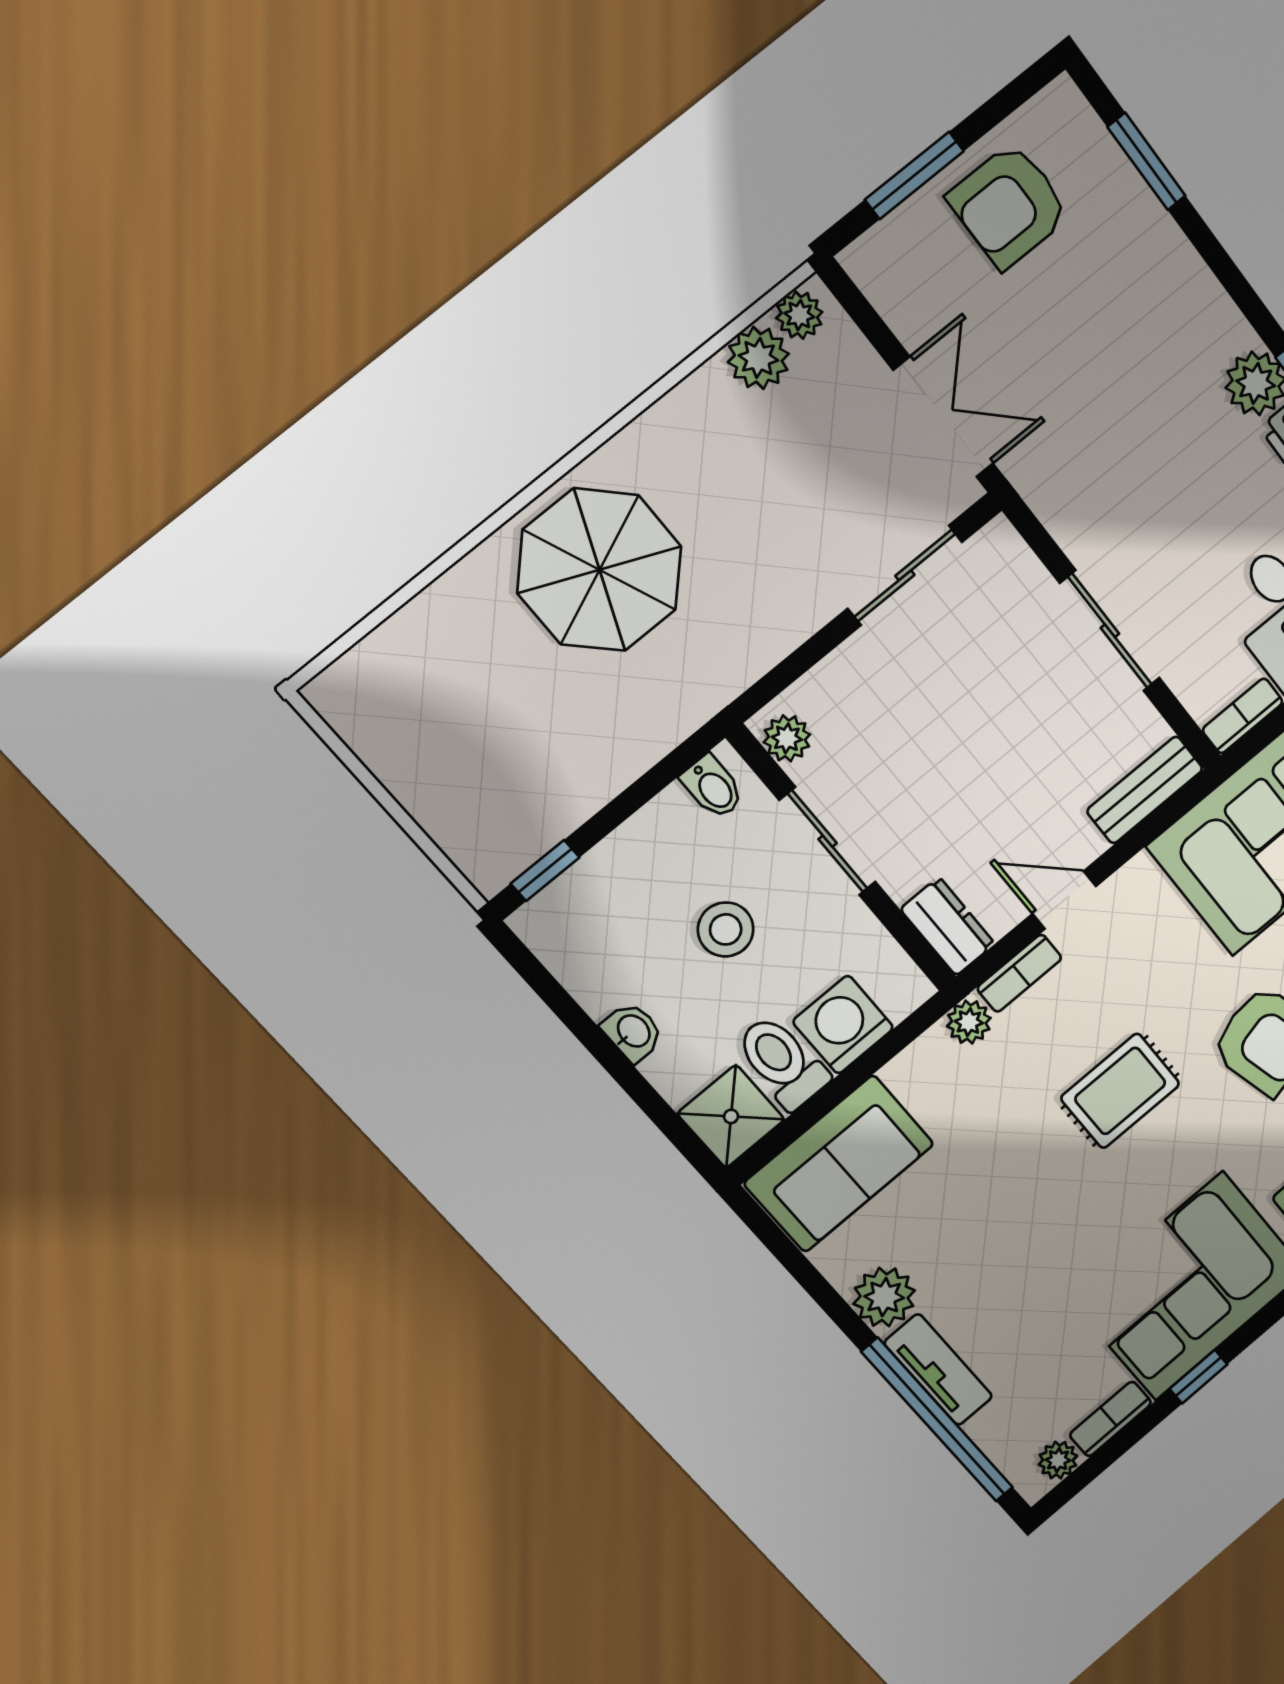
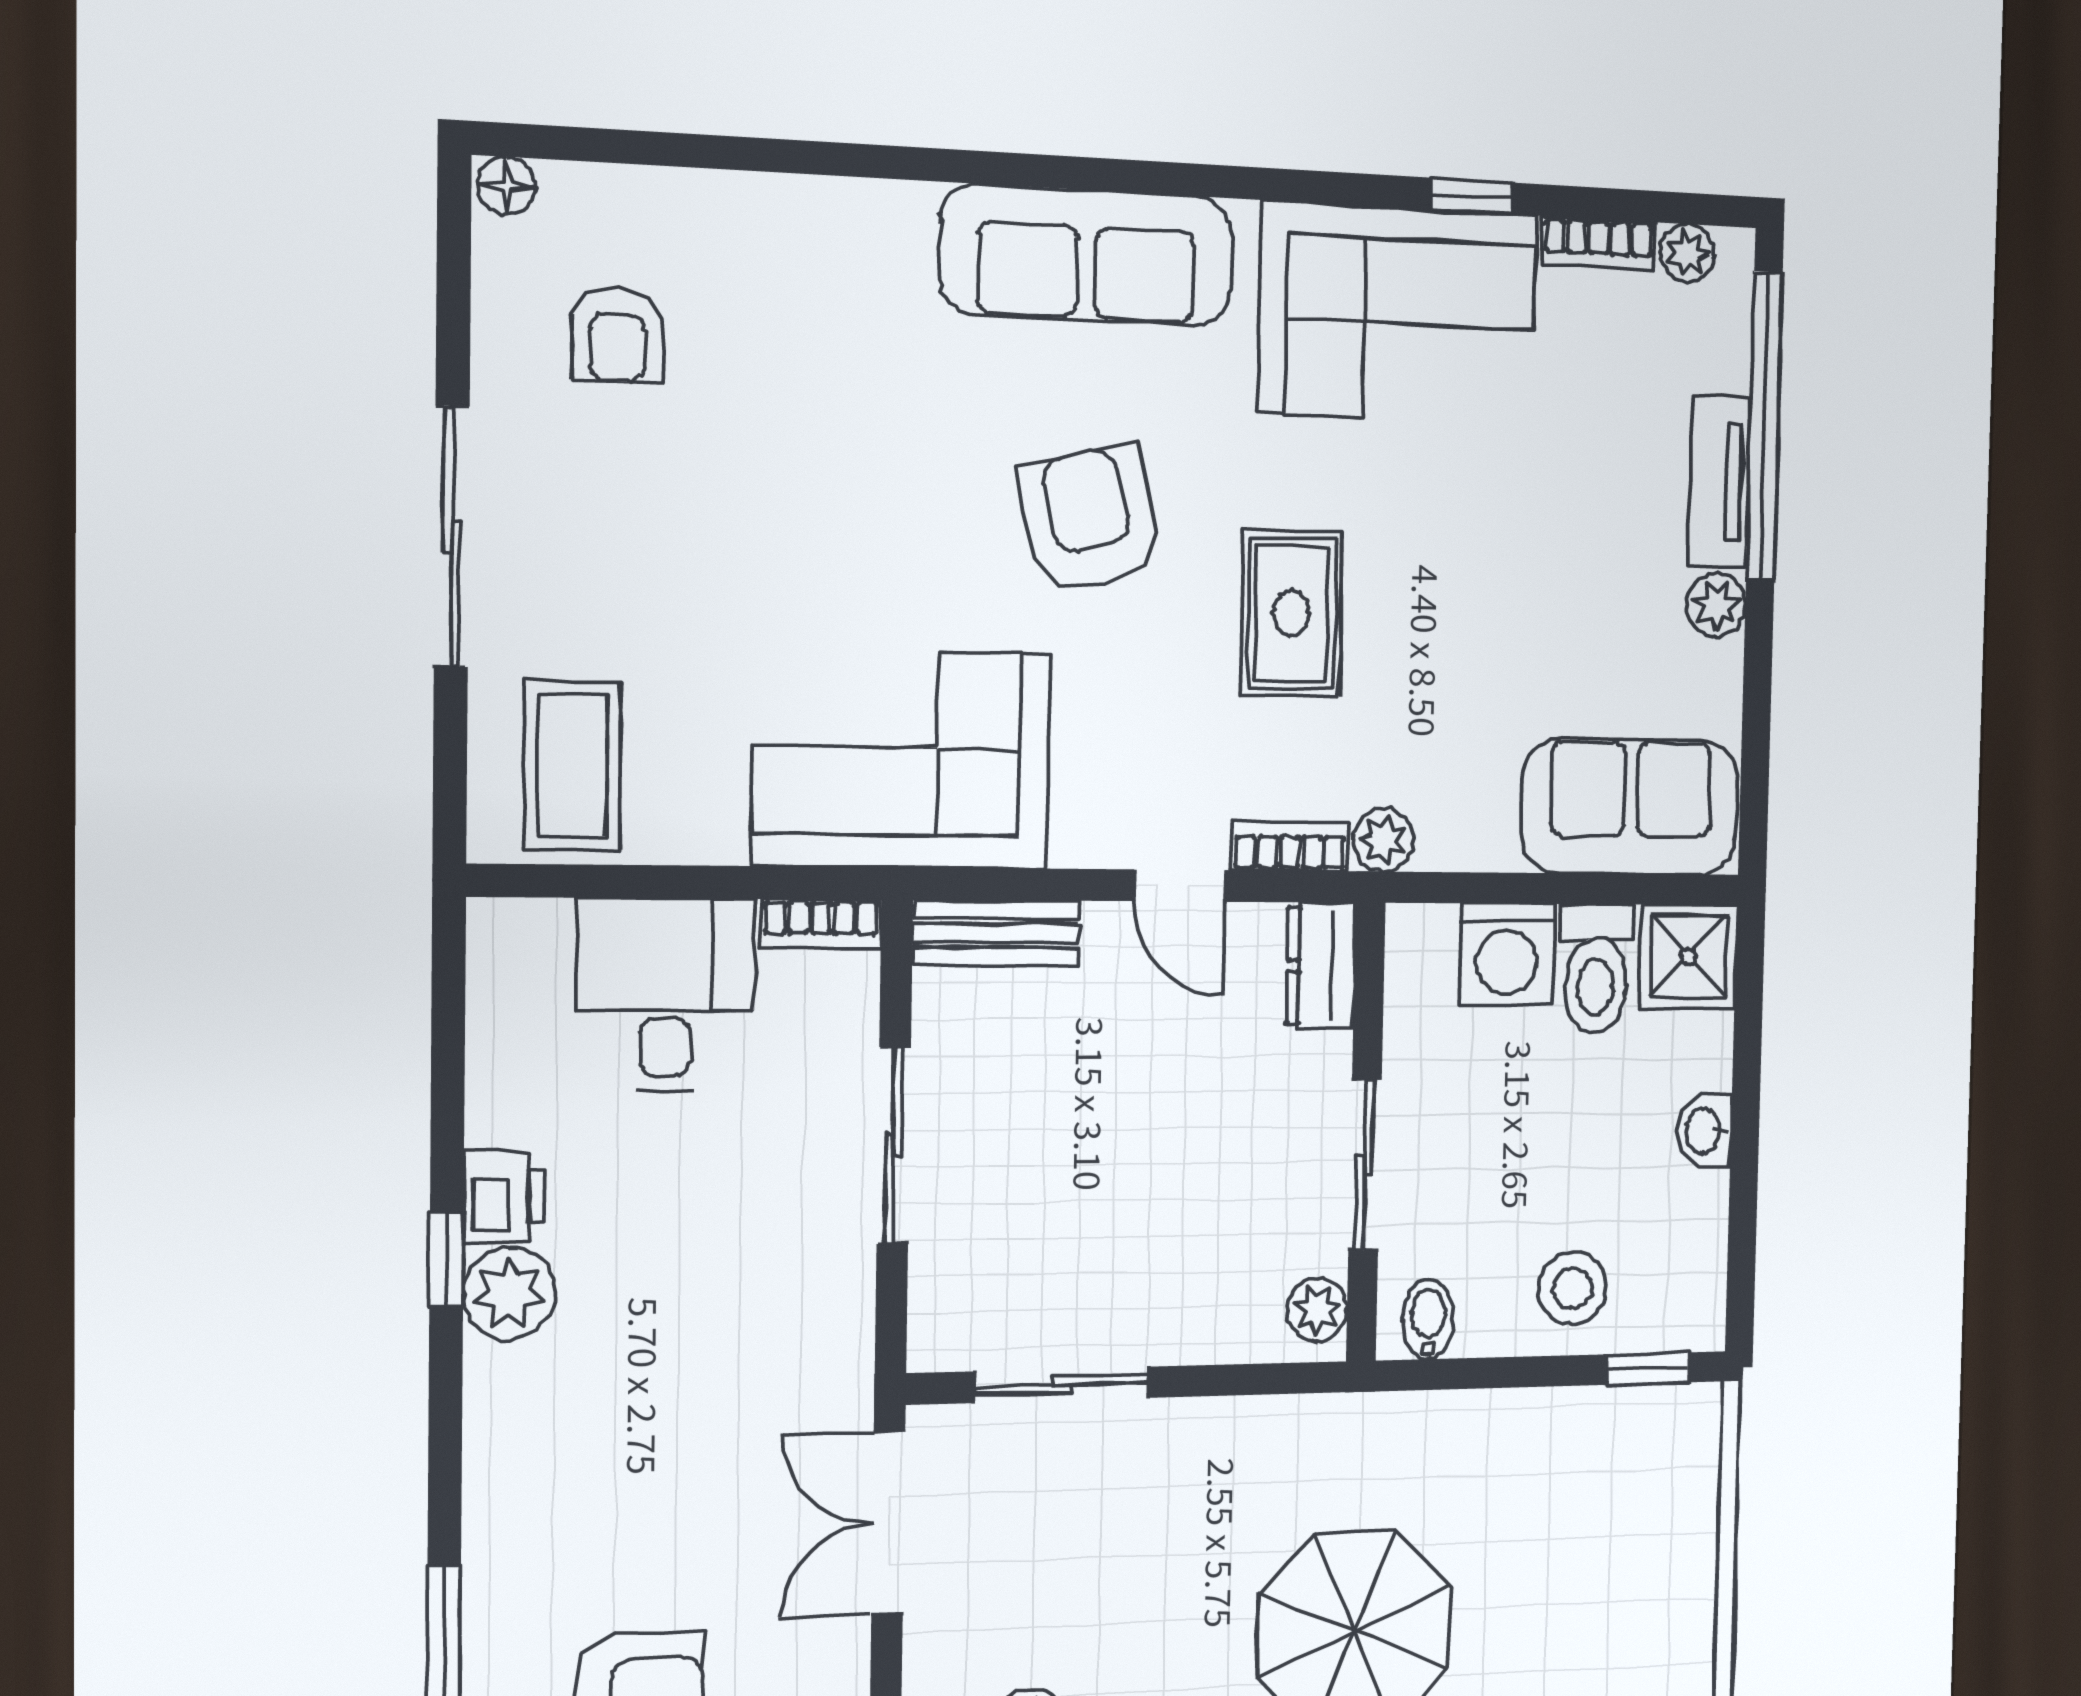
stool: (726, 929) -> (1573, 1288), moved
rug: (1120, 1091) -> (1292, 613), turned 90
plant: (884, 1297) -> (1716, 605), width x0.73, depth x0.73

